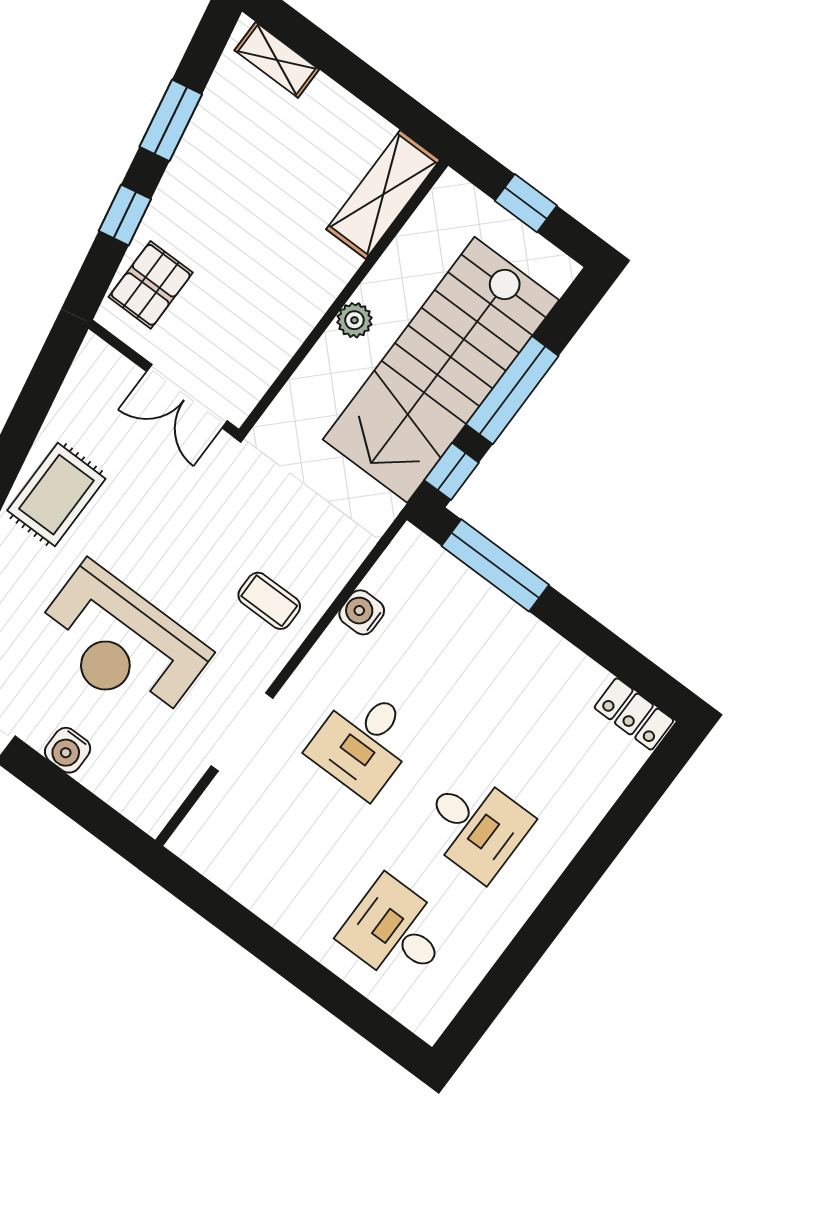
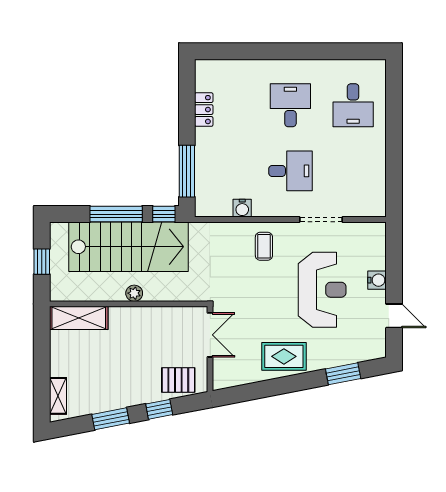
locker: (634, 714) -> (204, 110), moved

